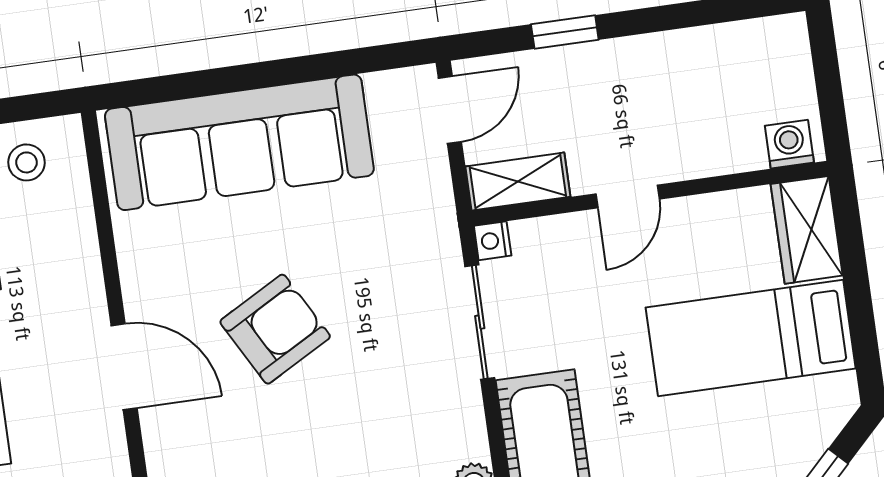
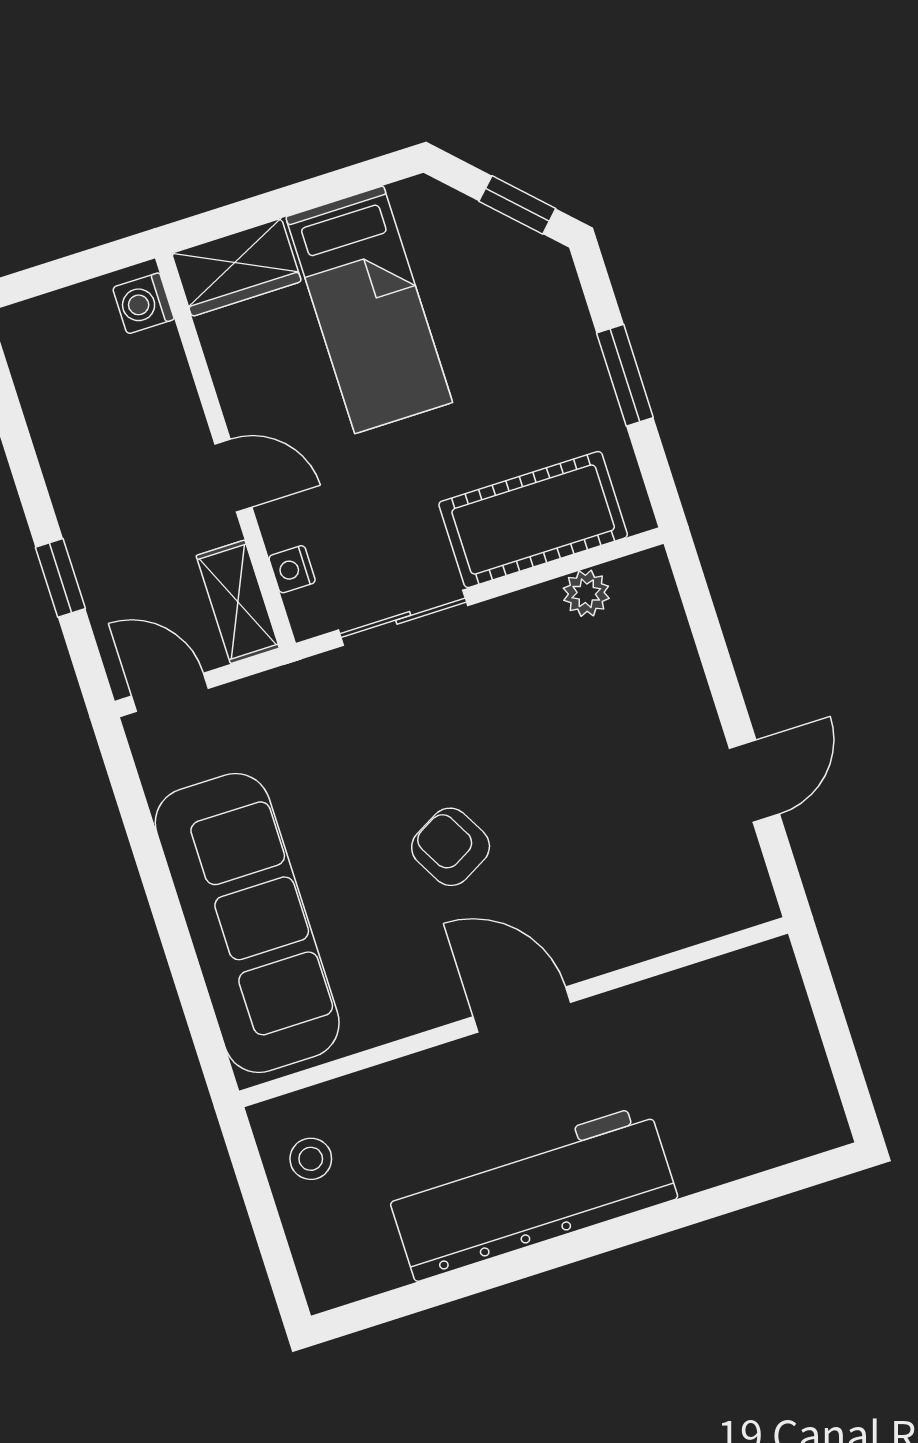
nightstand: (493, 241) -> (292, 569), moved, turned 90
armchair: (275, 329) -> (451, 847), width x0.72, depth x0.72
door: (124, 367) -> (522, 1010), hinge flipped

